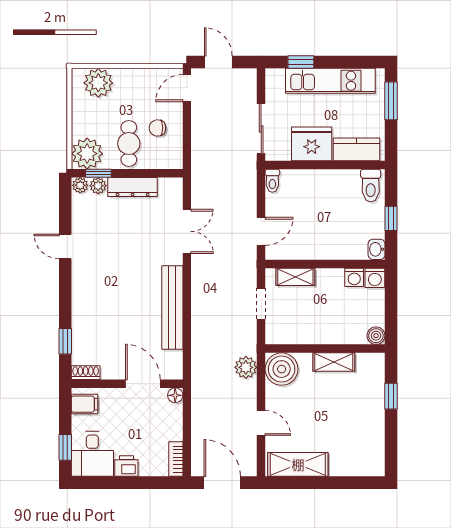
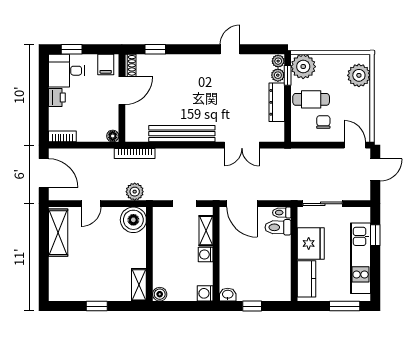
toilet: (371, 186) -> (278, 227), moved
door: (261, 231) -> (242, 204), width x1.37
washing machine: (354, 277) -> (206, 254), moved
shelving: (334, 362) -> (139, 285), moved
bookcase: (198, 367) -> (135, 154), added
door: (143, 384) -> (122, 91), moved
window: (391, 396) -> (97, 306), moved
door: (222, 483) -> (44, 173), hinge flipped

